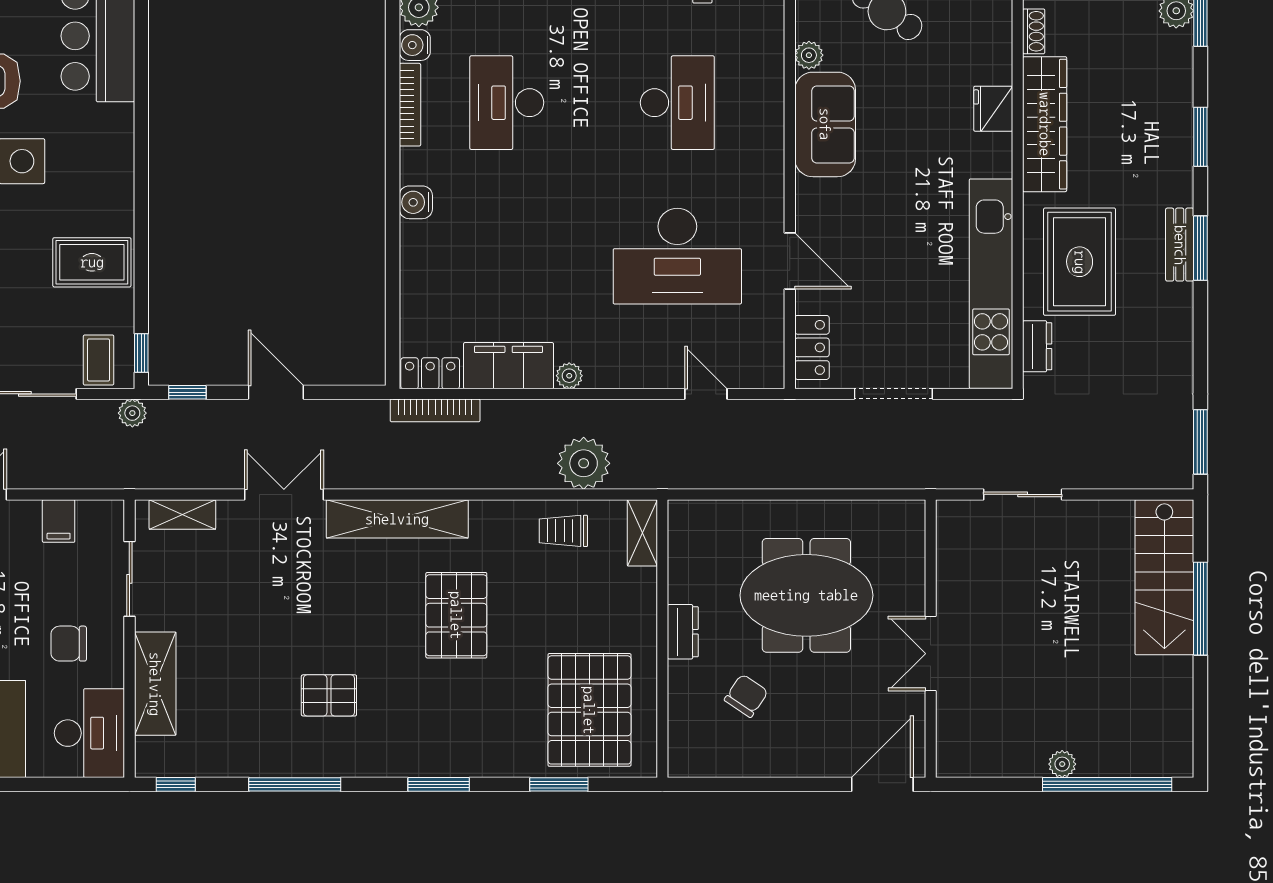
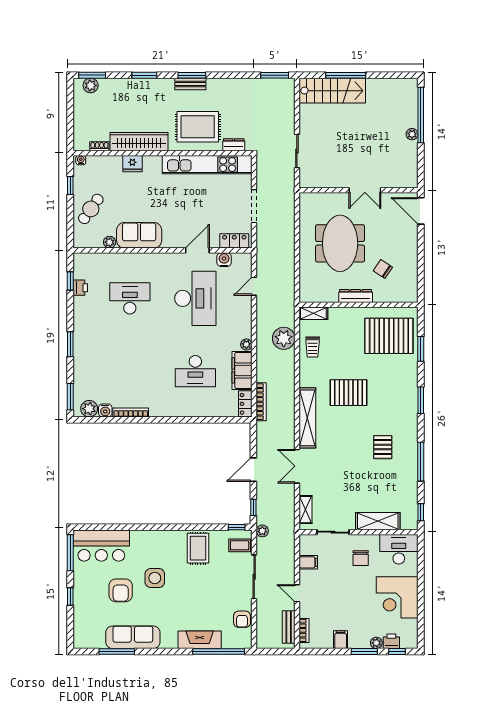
desk: (507, 103) -> (195, 371), moved
water cooler: (416, 202) -> (224, 260), moved, turned 180
dresser: (683, 632) -> (356, 296), width x1.44

